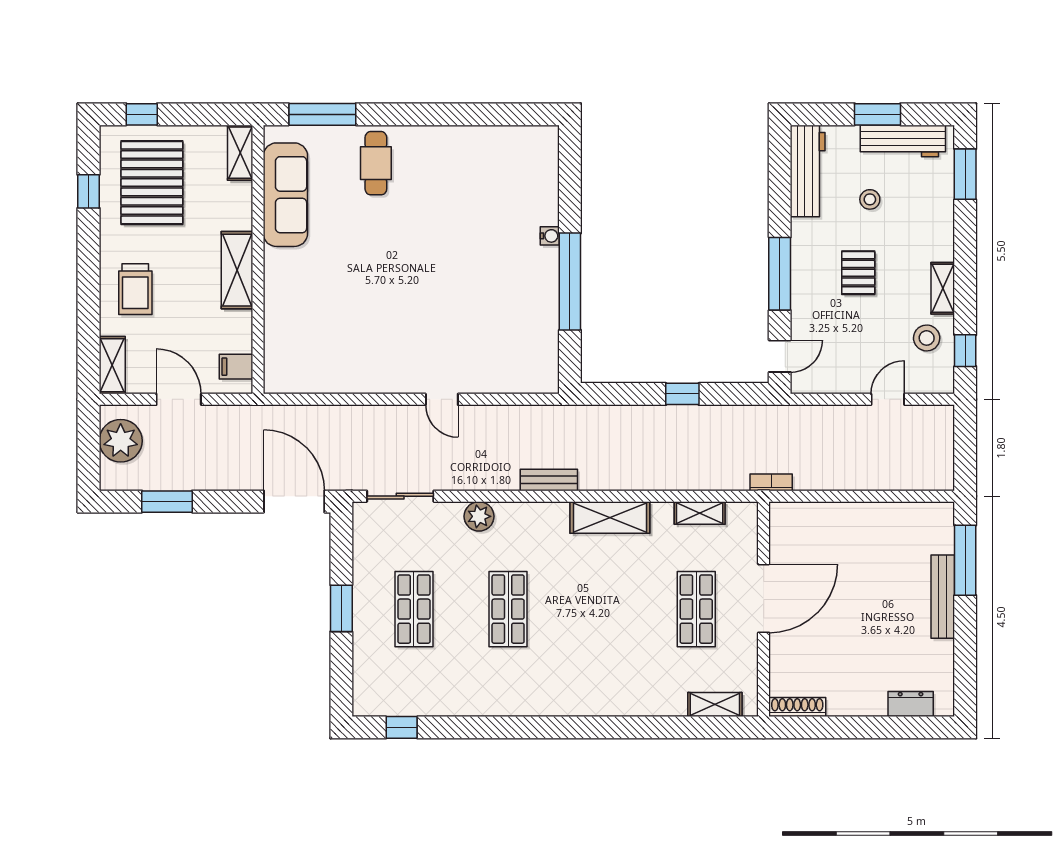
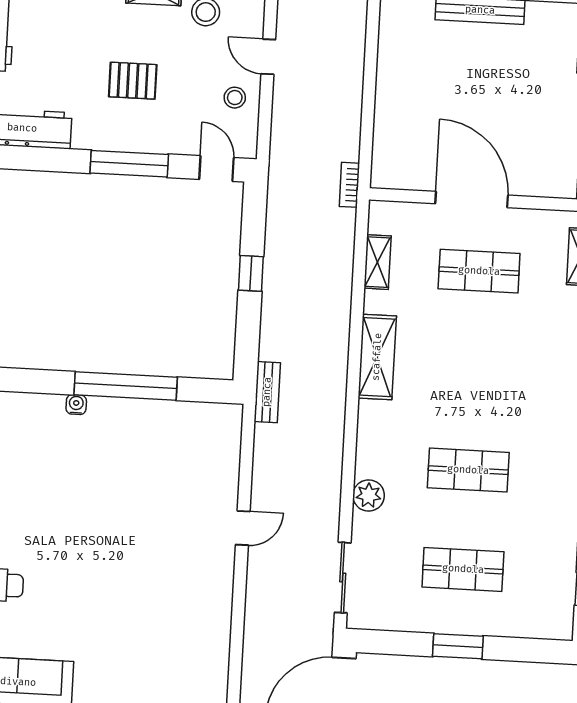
stool: (870, 199) -> (235, 98), moved
bench: (549, 480) -> (267, 392), moved

